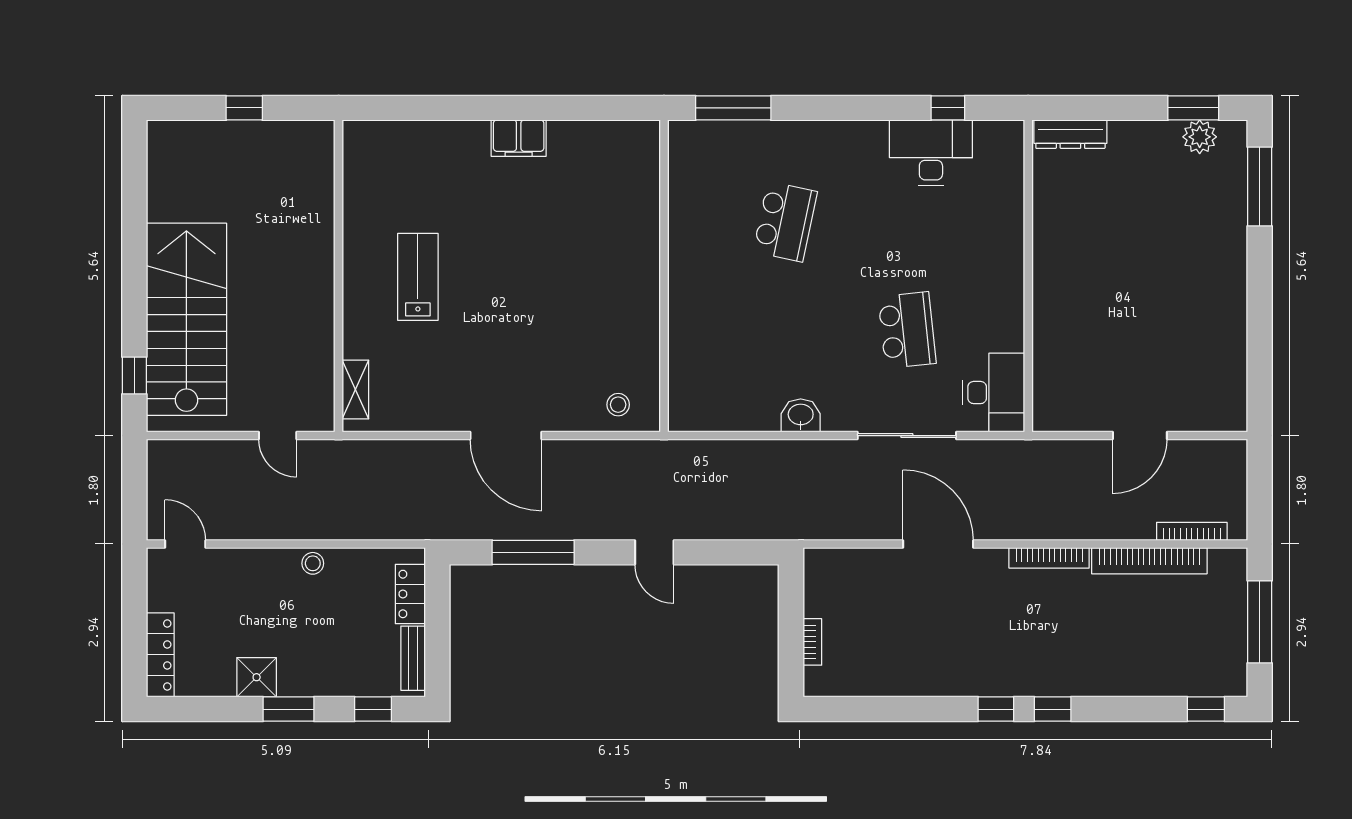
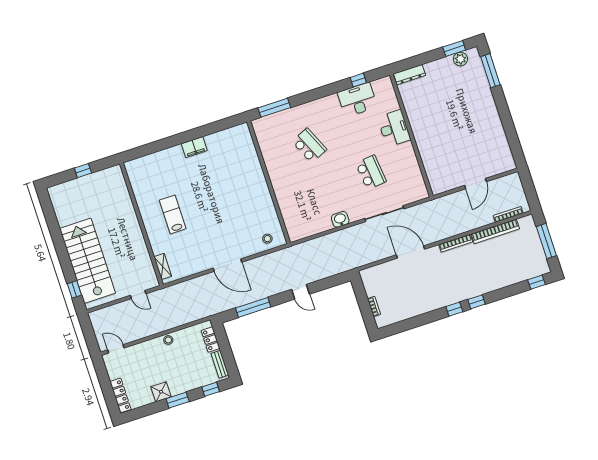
school desk: (785, 222) -> (309, 146), turned -36
desk: (994, 393) -> (394, 128), moved

